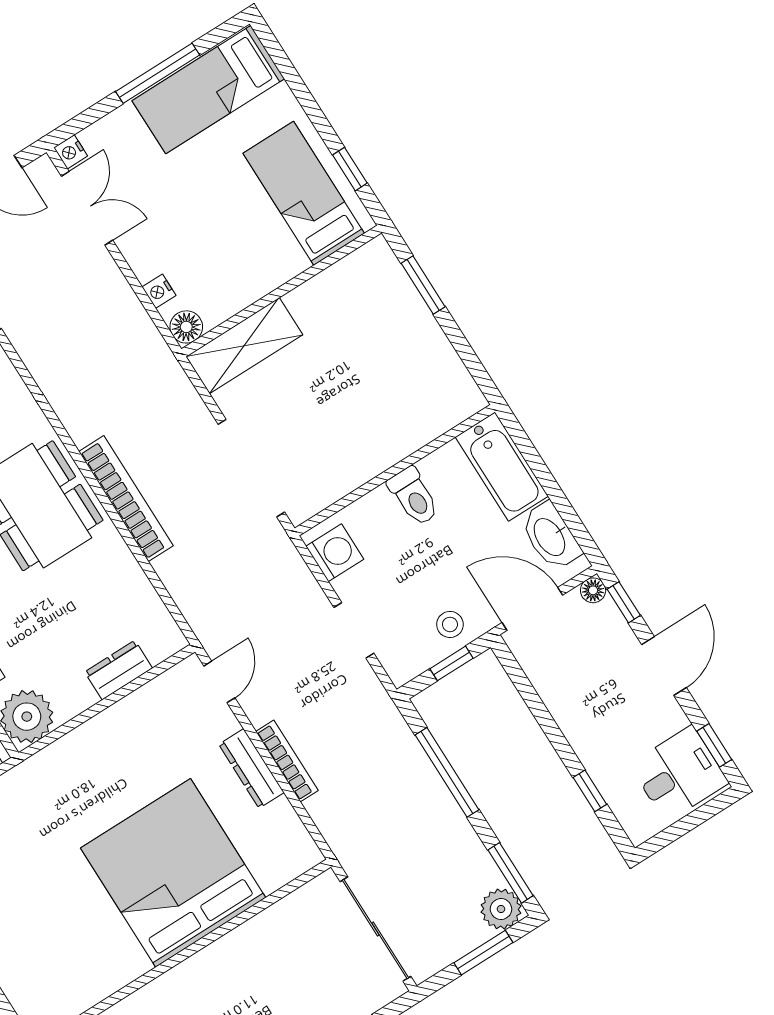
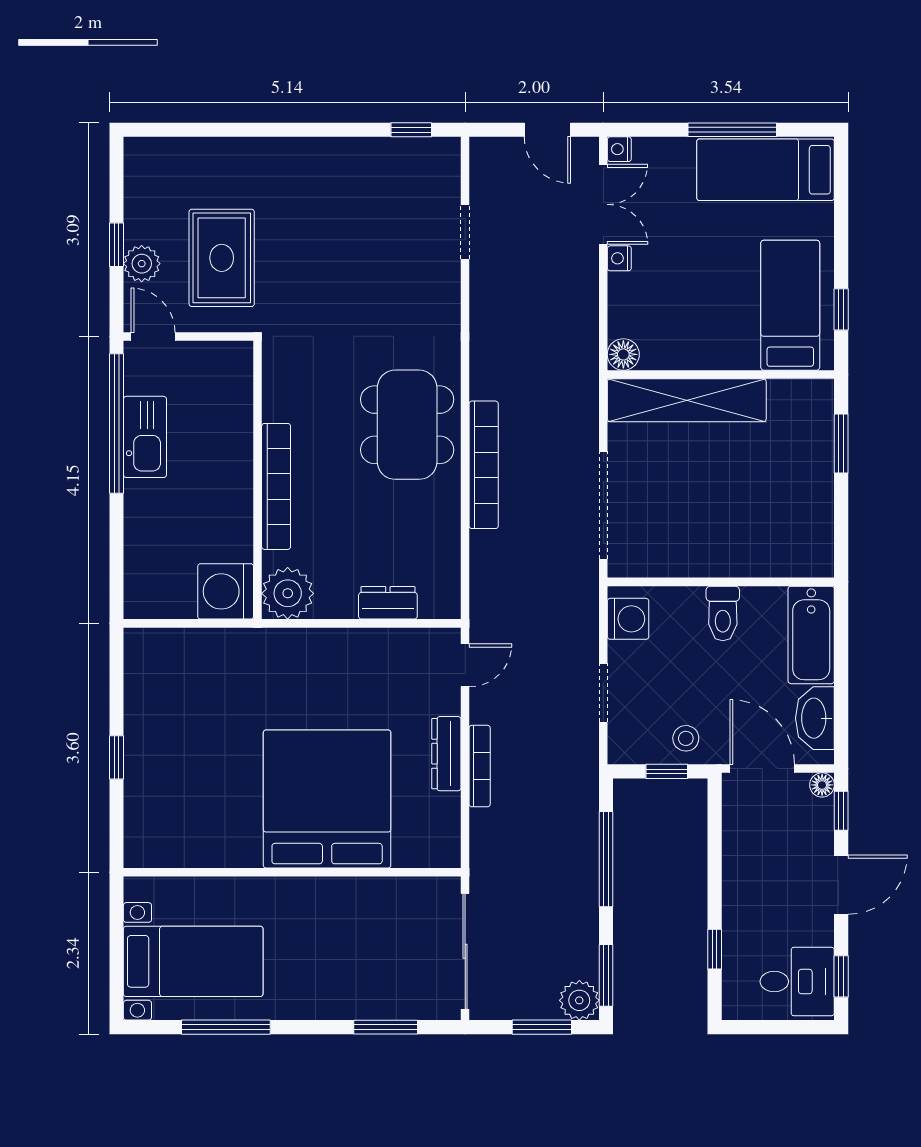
nightstand: (159, 291) -> (619, 258), moved
shelving: (244, 346) -> (687, 400), width x1.47

